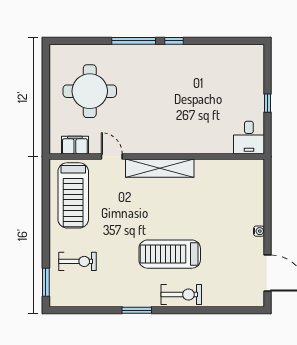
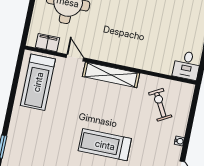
exercise bike: (77, 261) -> (160, 105), moved, turned -119

